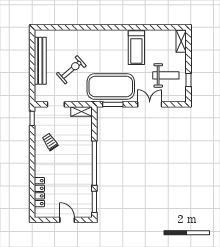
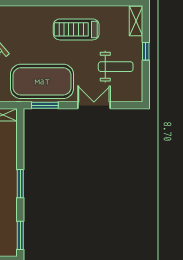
treadmill: (136, 48) -> (76, 29), turned 90
window: (188, 80) -> (146, 51), moved
window: (94, 163) -> (20, 184), width x0.47

